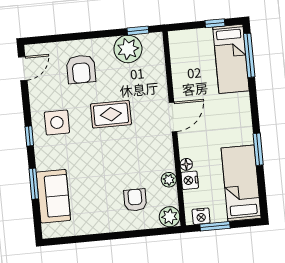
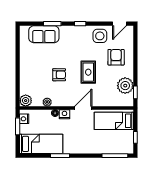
bed: (231, 59) -> (114, 121), moved
door: (23, 69) -> (120, 24), hinge flipped
armchair: (81, 69) -> (116, 57), turned 90
door: (173, 117) -> (83, 108), swing flipped
side table: (57, 122) -> (100, 36), moved
nightstand: (190, 180) -> (64, 114), moved
armchair: (135, 200) -> (59, 75), moved

